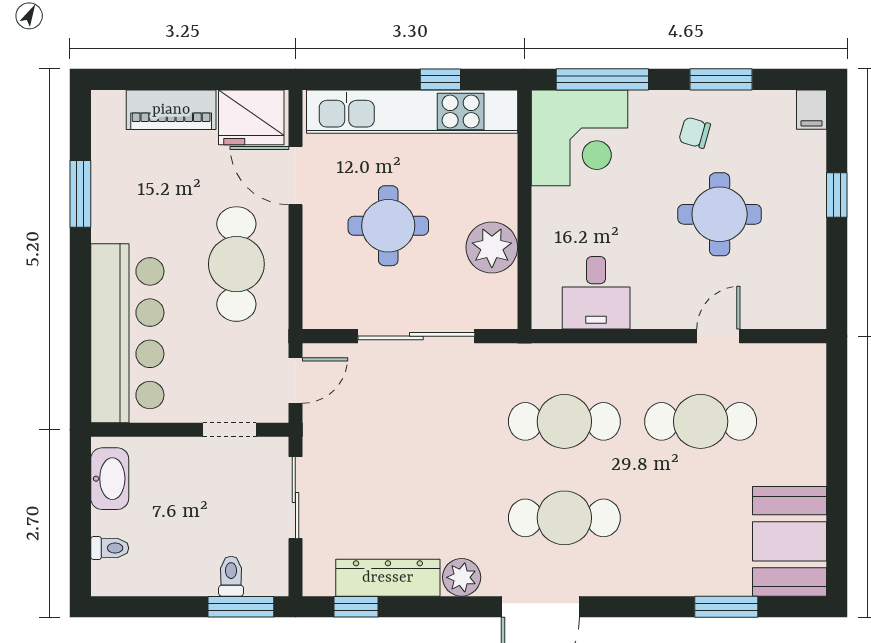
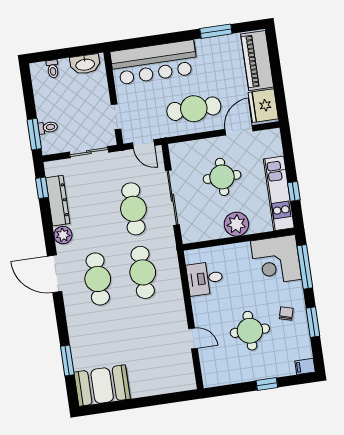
piano: (171, 110) -> (257, 61), width x1.37, depth x1.33
kitchen unit: (412, 112) -> (279, 193), width x0.73
plant: (492, 247) -> (236, 224), moved
cafe table: (701, 421) -> (133, 209), moved

